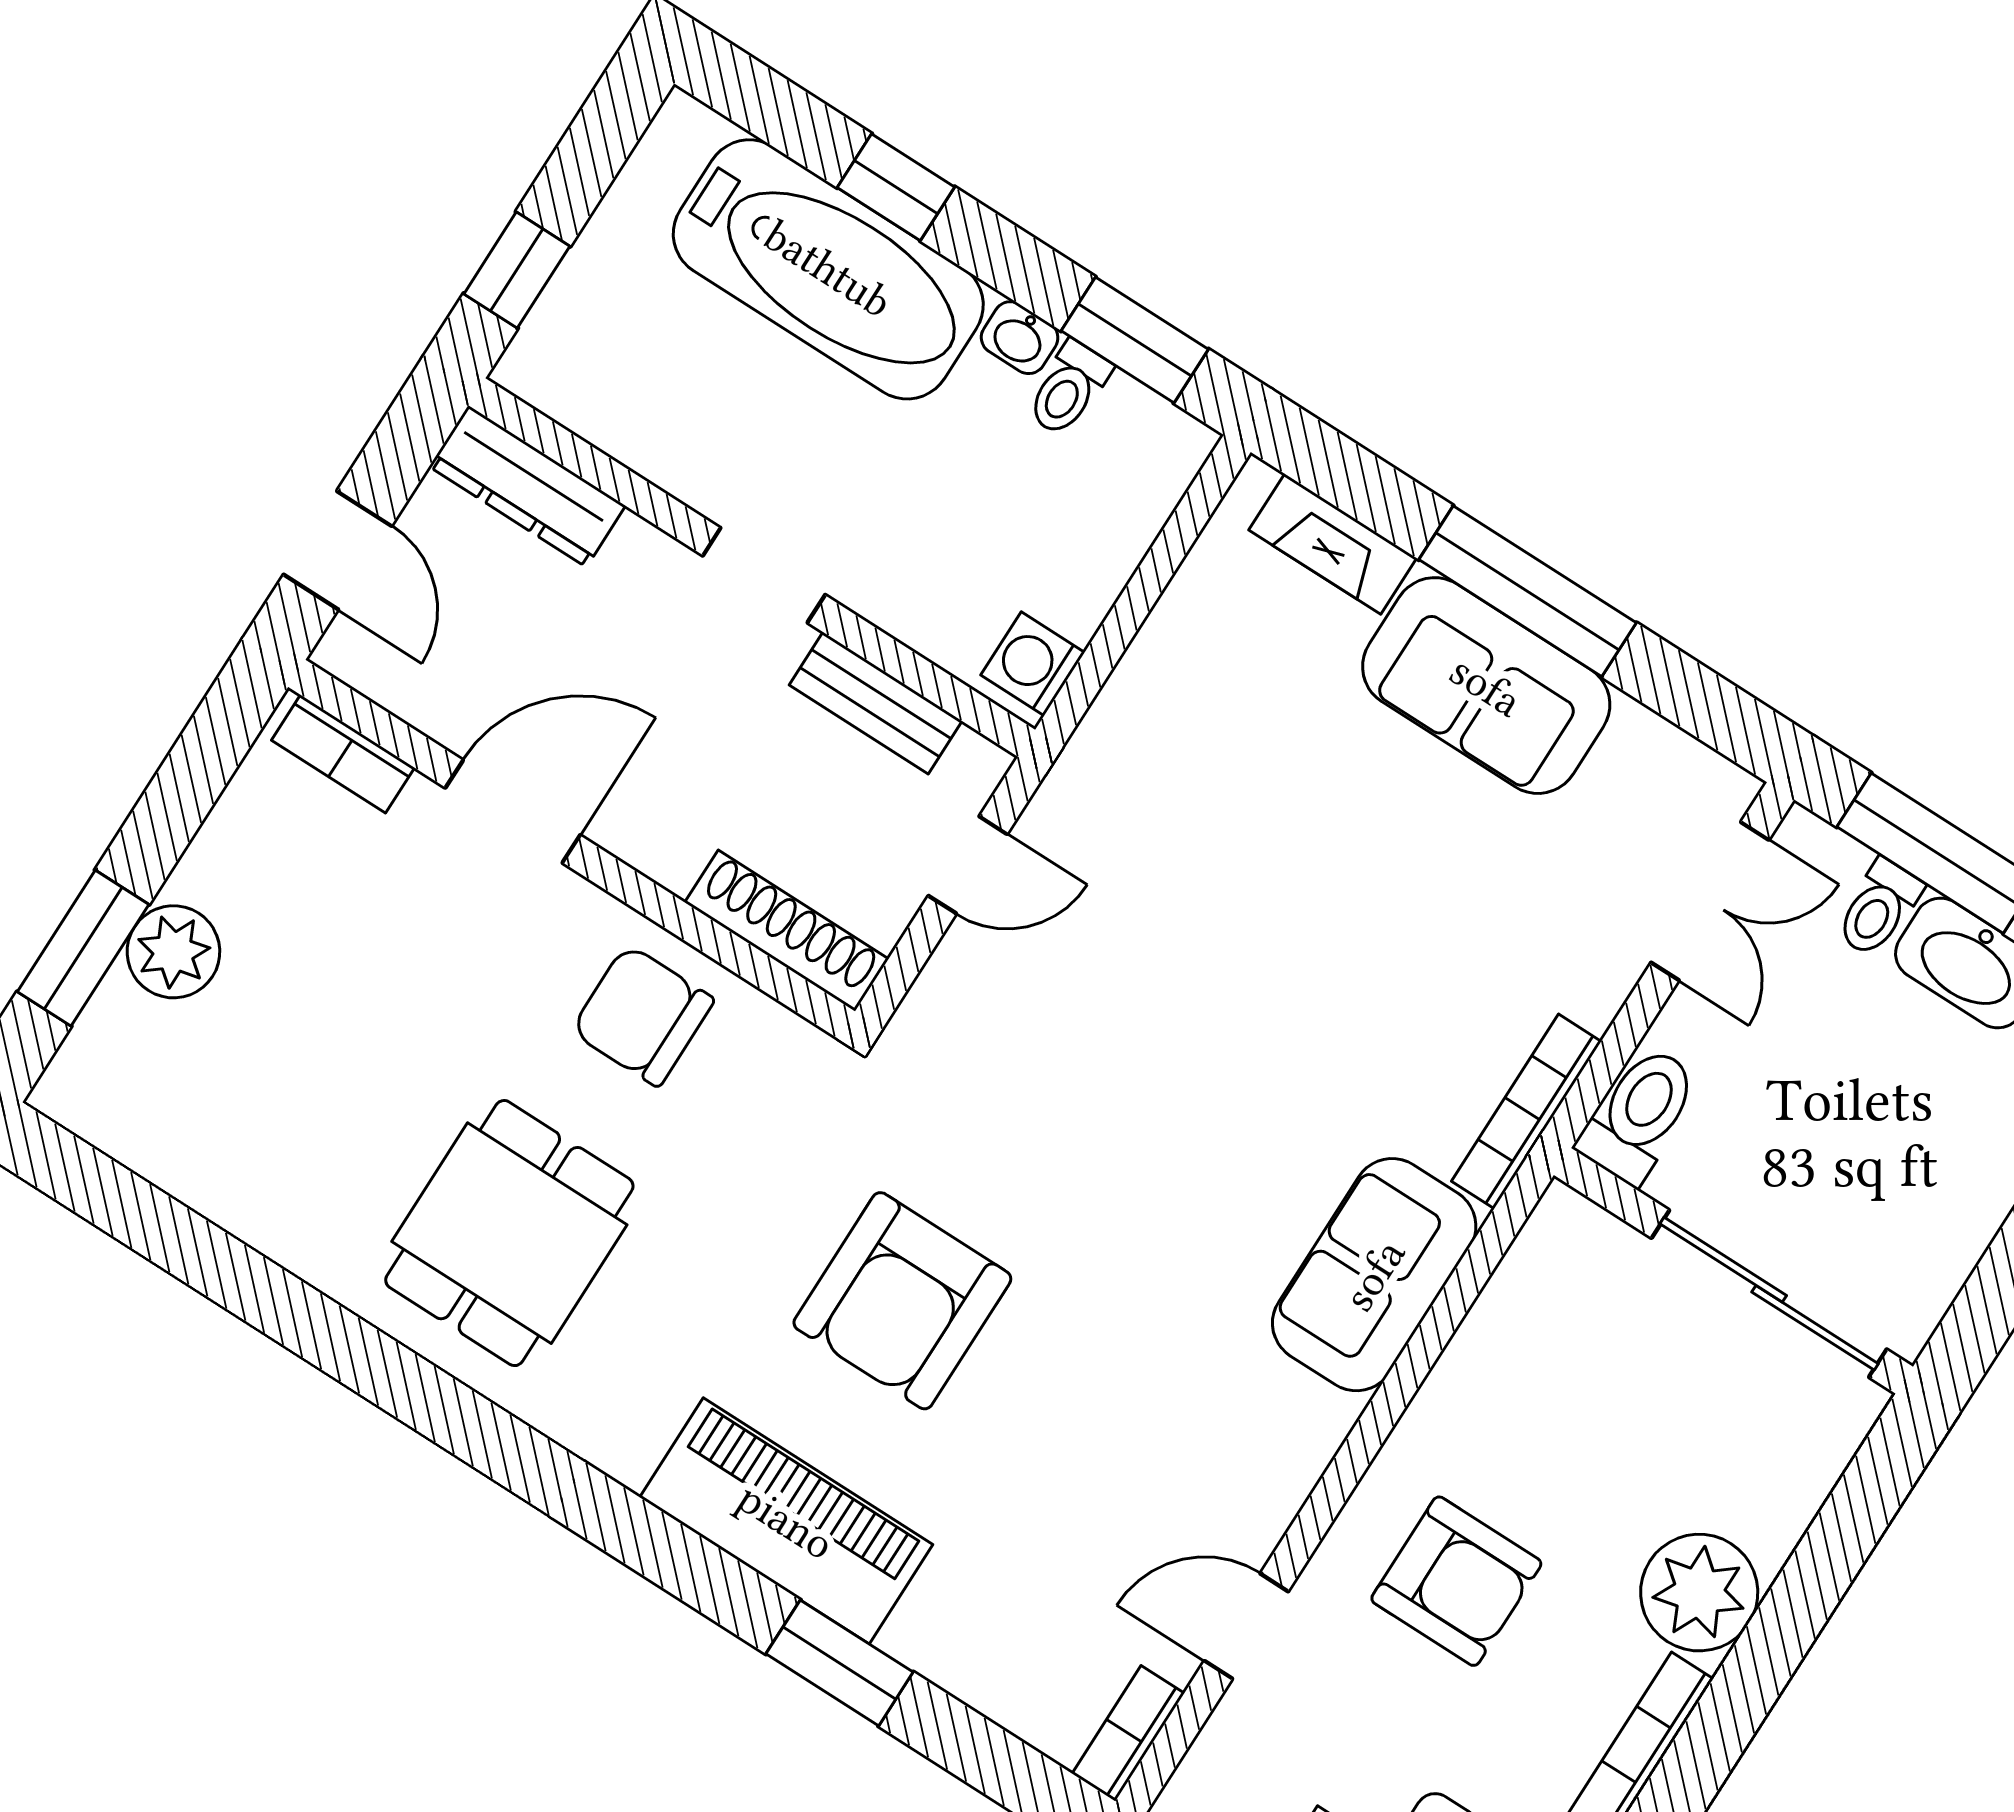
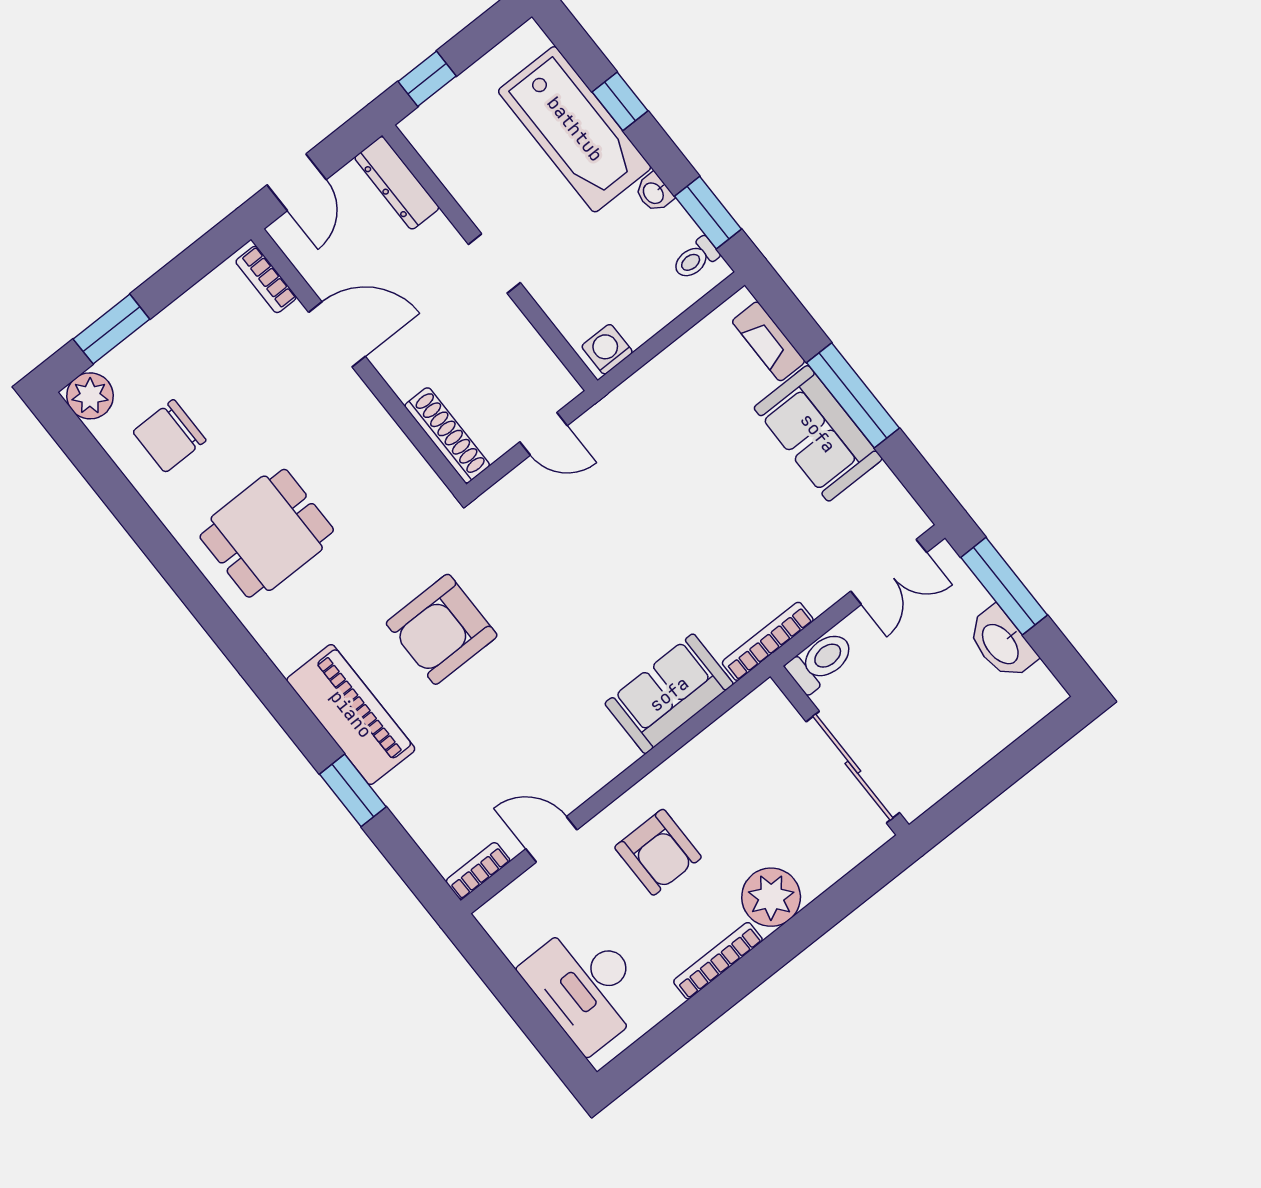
toilet: (1069, 389) -> (696, 258), moved
bench: (876, 703) -> (526, 342), removed
toilet: (1879, 908) -> (967, 603), removed
plant: (173, 952) -> (90, 396), moved
chair: (642, 1015) -> (169, 436), moved, turned -90

